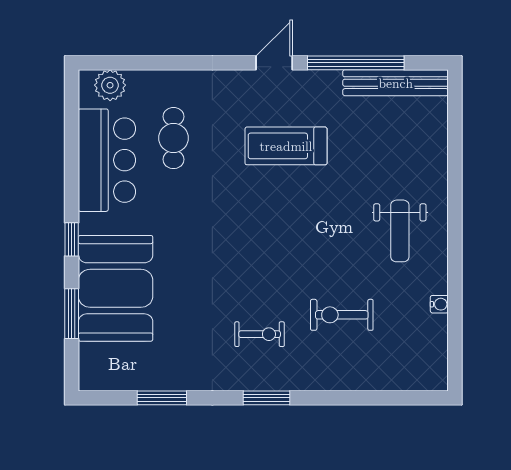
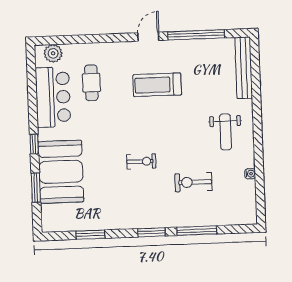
bench: (396, 83) -> (244, 68), moved, turned 90
exercise bike: (260, 334) -> (141, 161), moved
window: (344, 398) -> (197, 231), added

